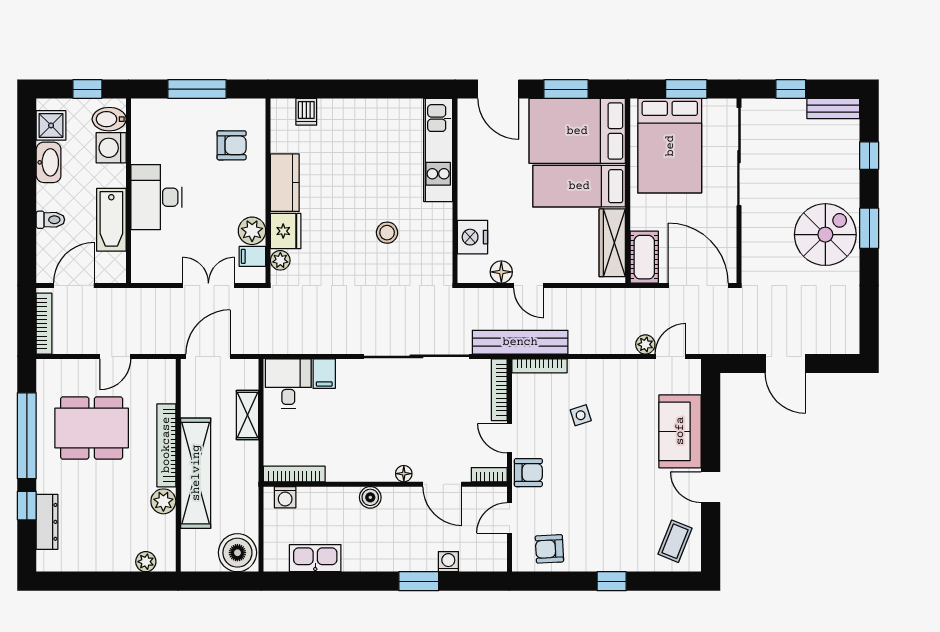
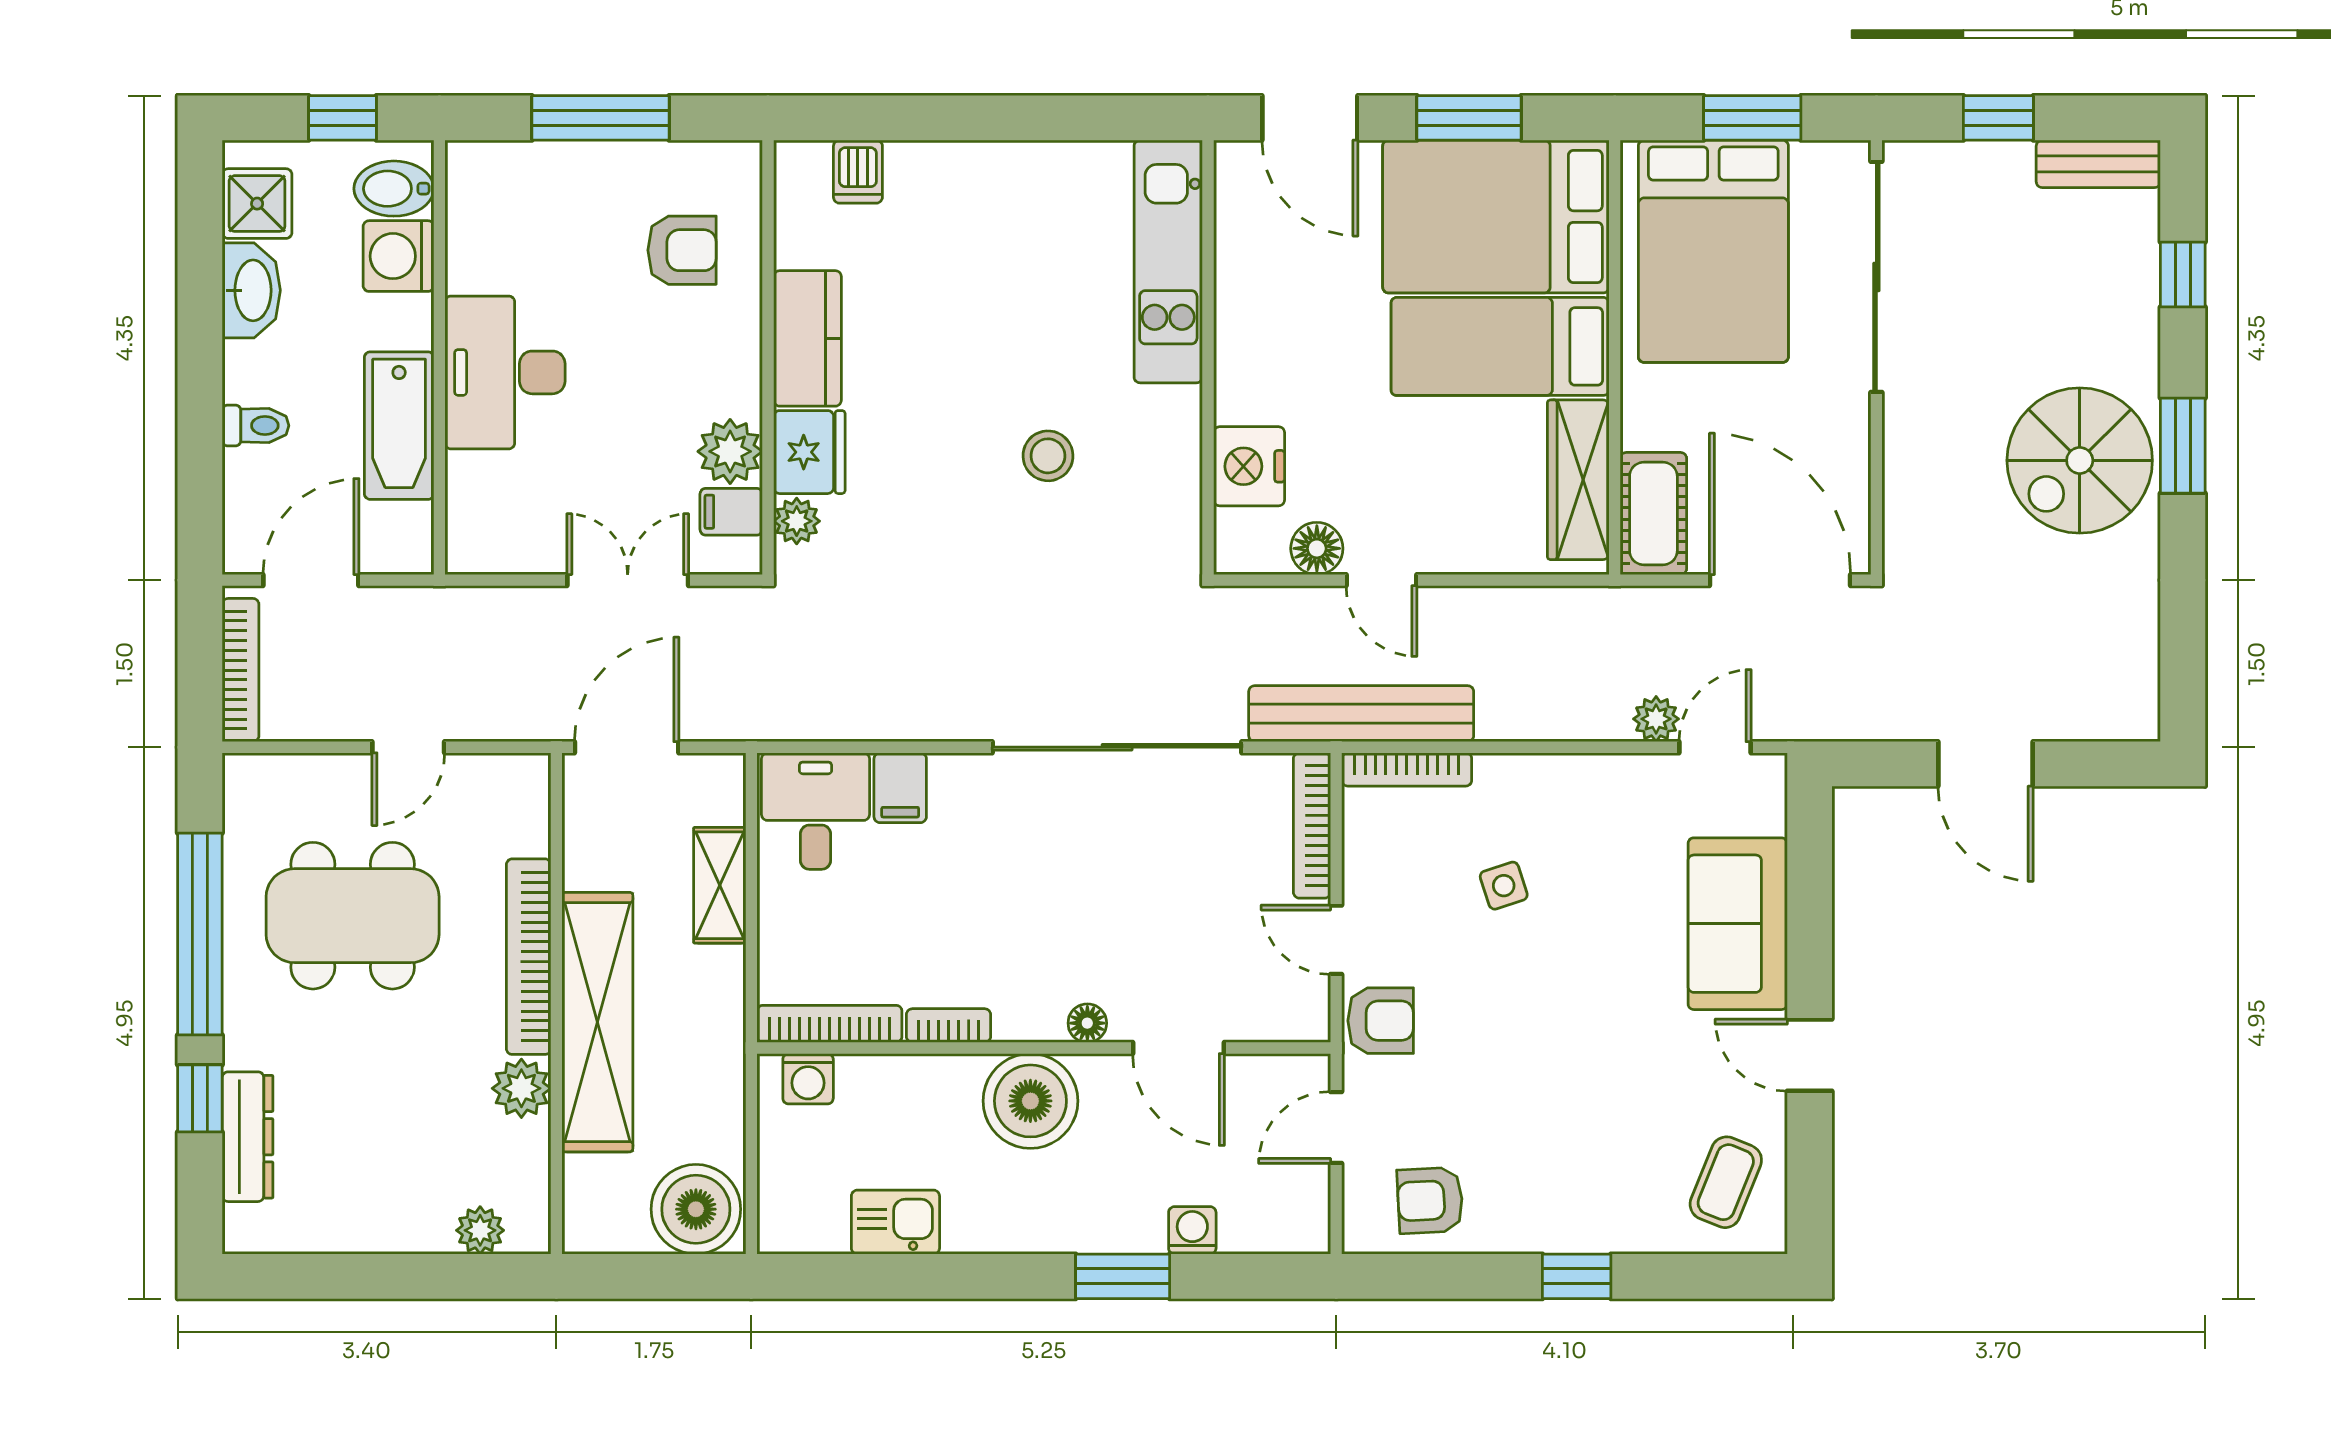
spiral stairs: (825, 235) -> (2080, 460), turned 180
bookcase: (489, 475) -> (949, 1026), moved
boiler: (370, 497) -> (1030, 1101), width x1.86, depth x1.86
kitchen sink: (315, 558) -> (895, 1222), width x0.73

